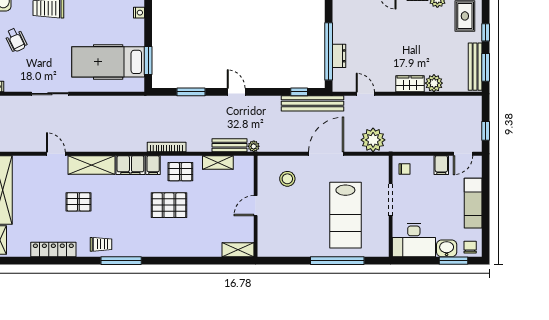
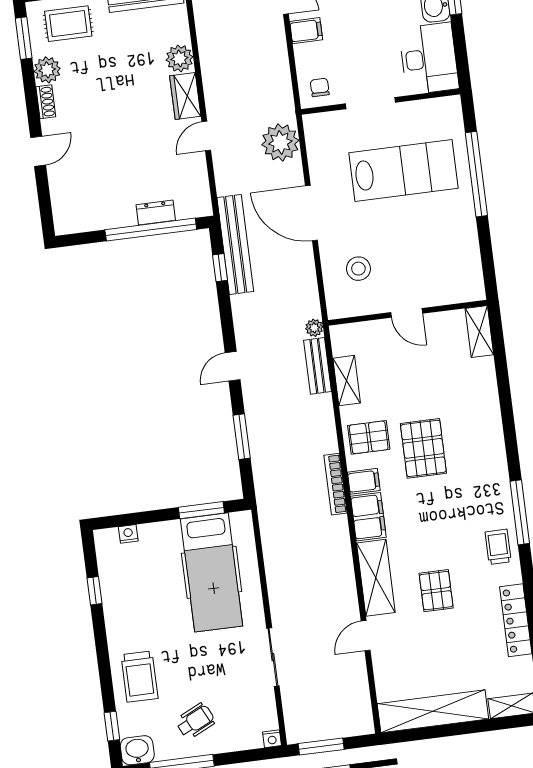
door: (365, 94) -> (206, 136), moved
bookcase: (167, 147) -> (335, 484), moved
pallet: (180, 172) -> (369, 437), turned 90

